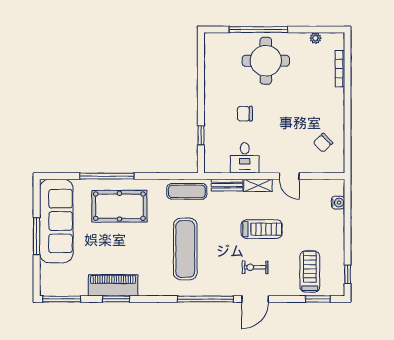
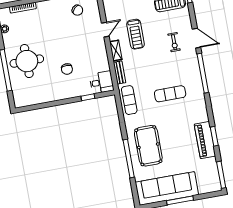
desk: (245, 158) -> (102, 82), moved
treadmill: (262, 229) -> (136, 34), moved, turned 180
exercise mat: (185, 249) -> (170, 94), width x0.73, depth x0.69

